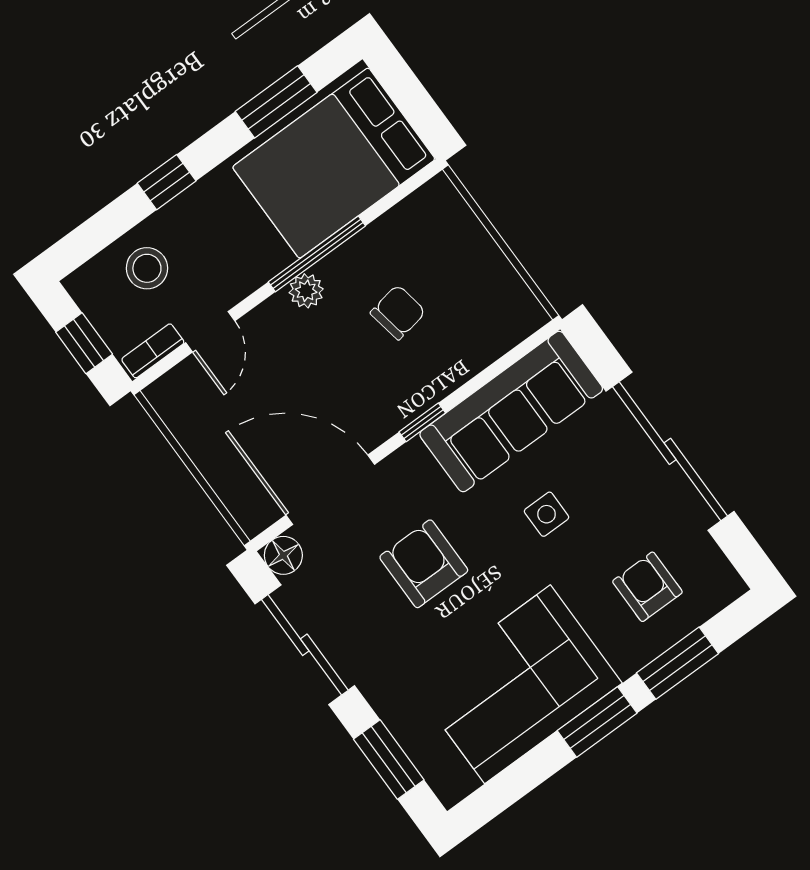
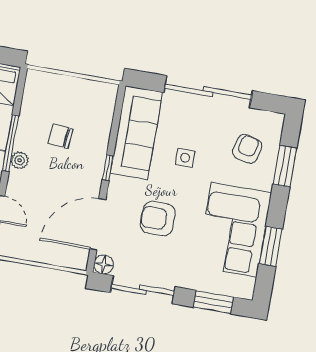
chair: (398, 312) -> (61, 136), turned -74
armchair: (647, 587) -> (247, 149), turned 103
window: (597, 722) -> (271, 246), moved

